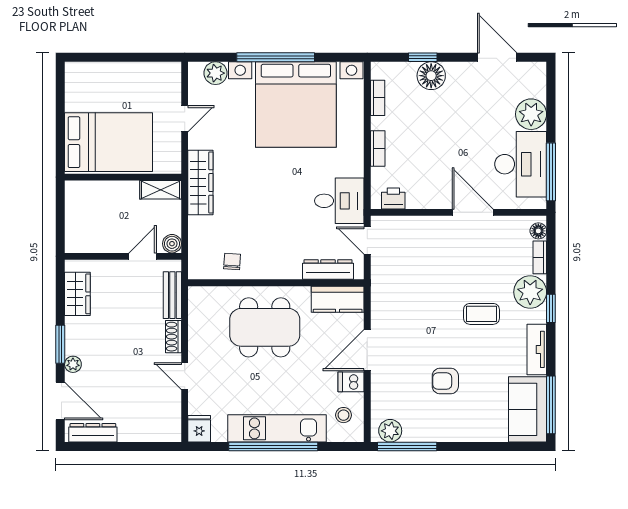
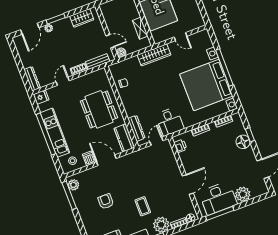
plant: (216, 73) -> (207, 43), removed
shelving: (161, 190) -> (140, 28), moved
dresser: (93, 433) -> (32, 79), moved

